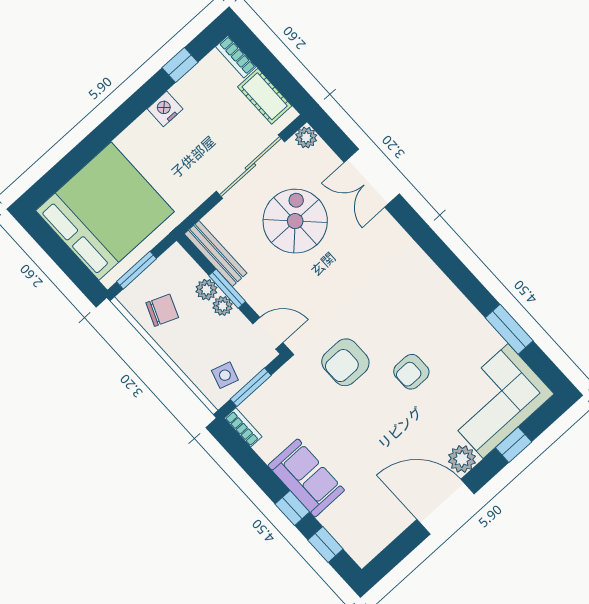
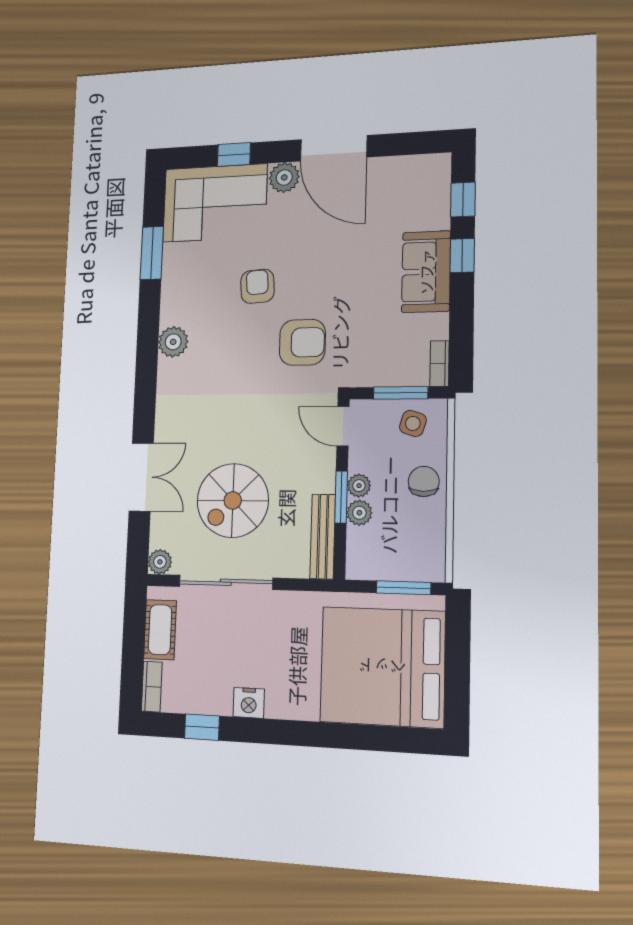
plant: (435, 284) -> (173, 342), added
chair: (162, 310) -> (424, 482), moved, turned 68
armchair: (411, 372) -> (257, 286), turned -94

